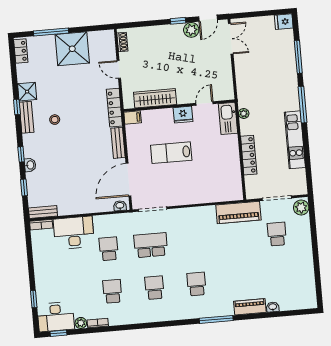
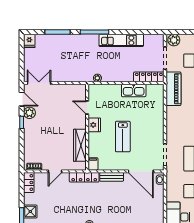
locker: (101, 37) -> (29, 183), added
shower: (72, 49) -> (30, 212), width x0.54, depth x0.54
kitchen sink: (228, 118) -> (134, 90), moved
locker: (249, 155) -> (149, 77), moved

